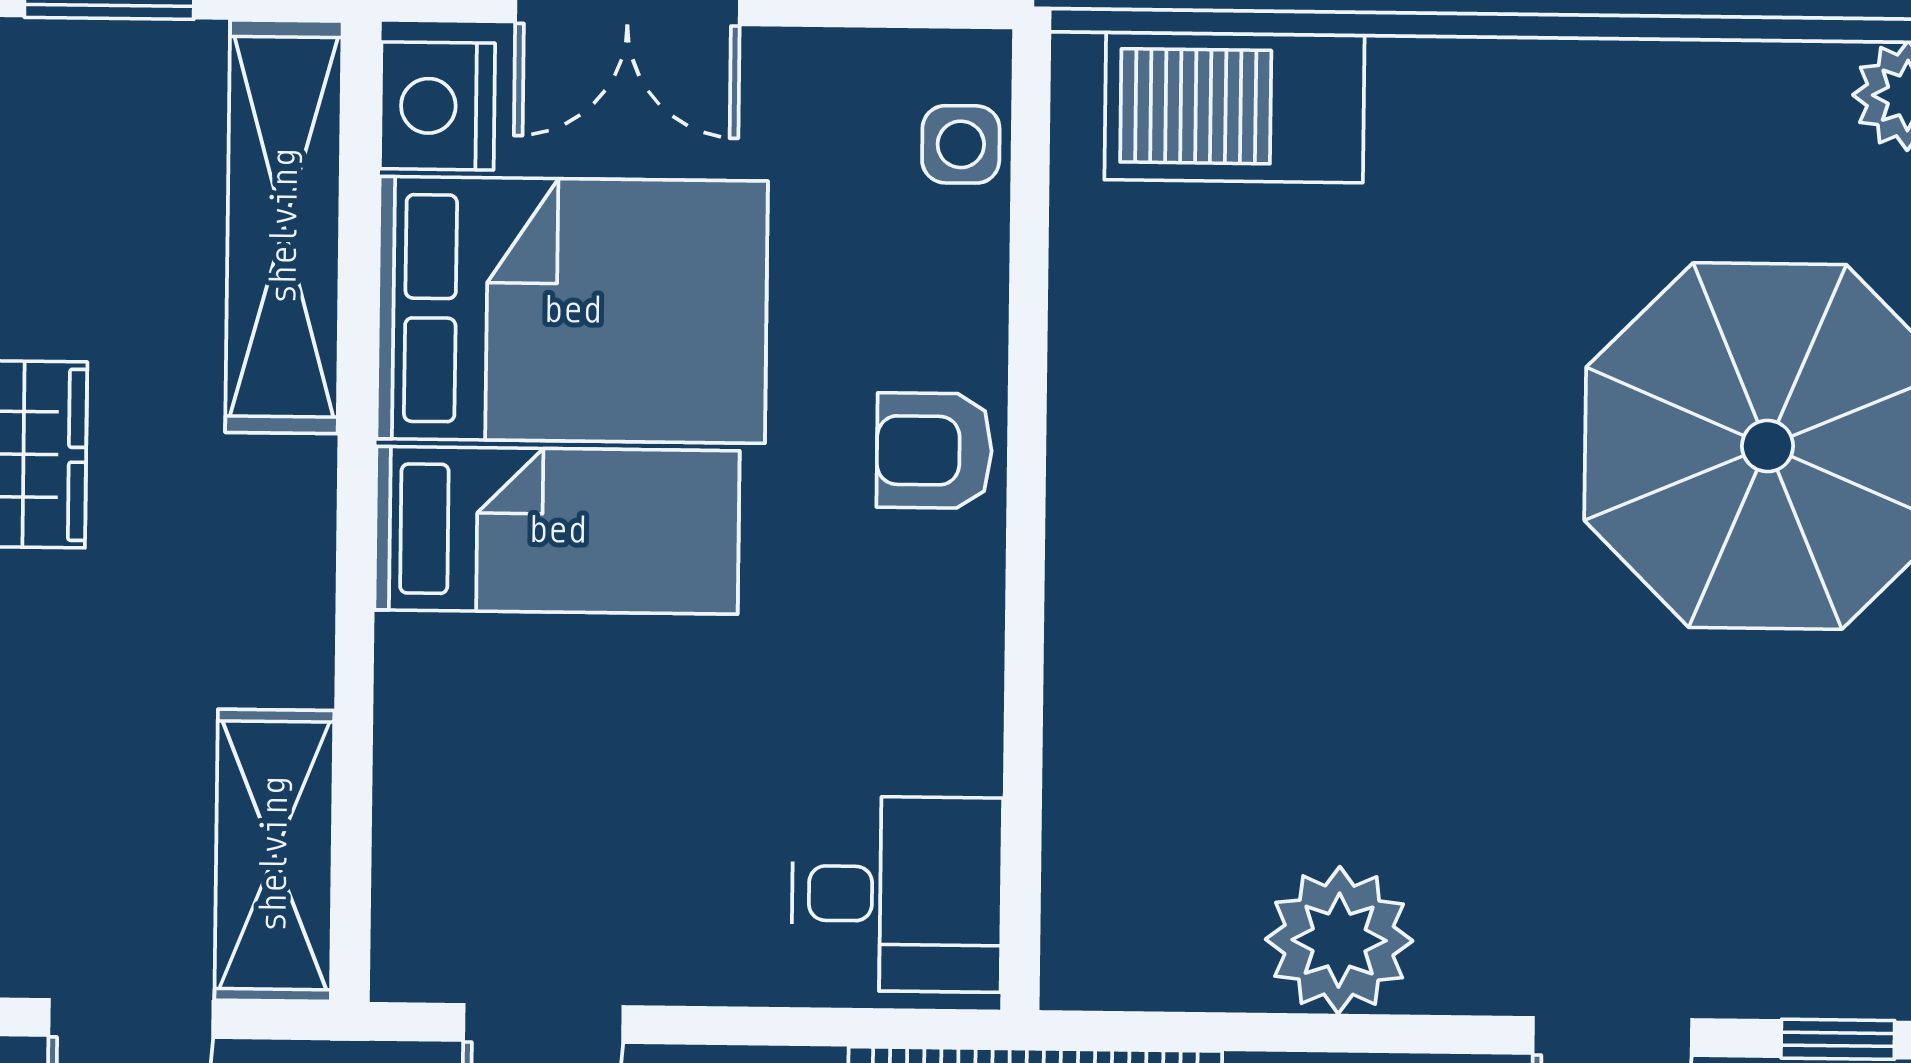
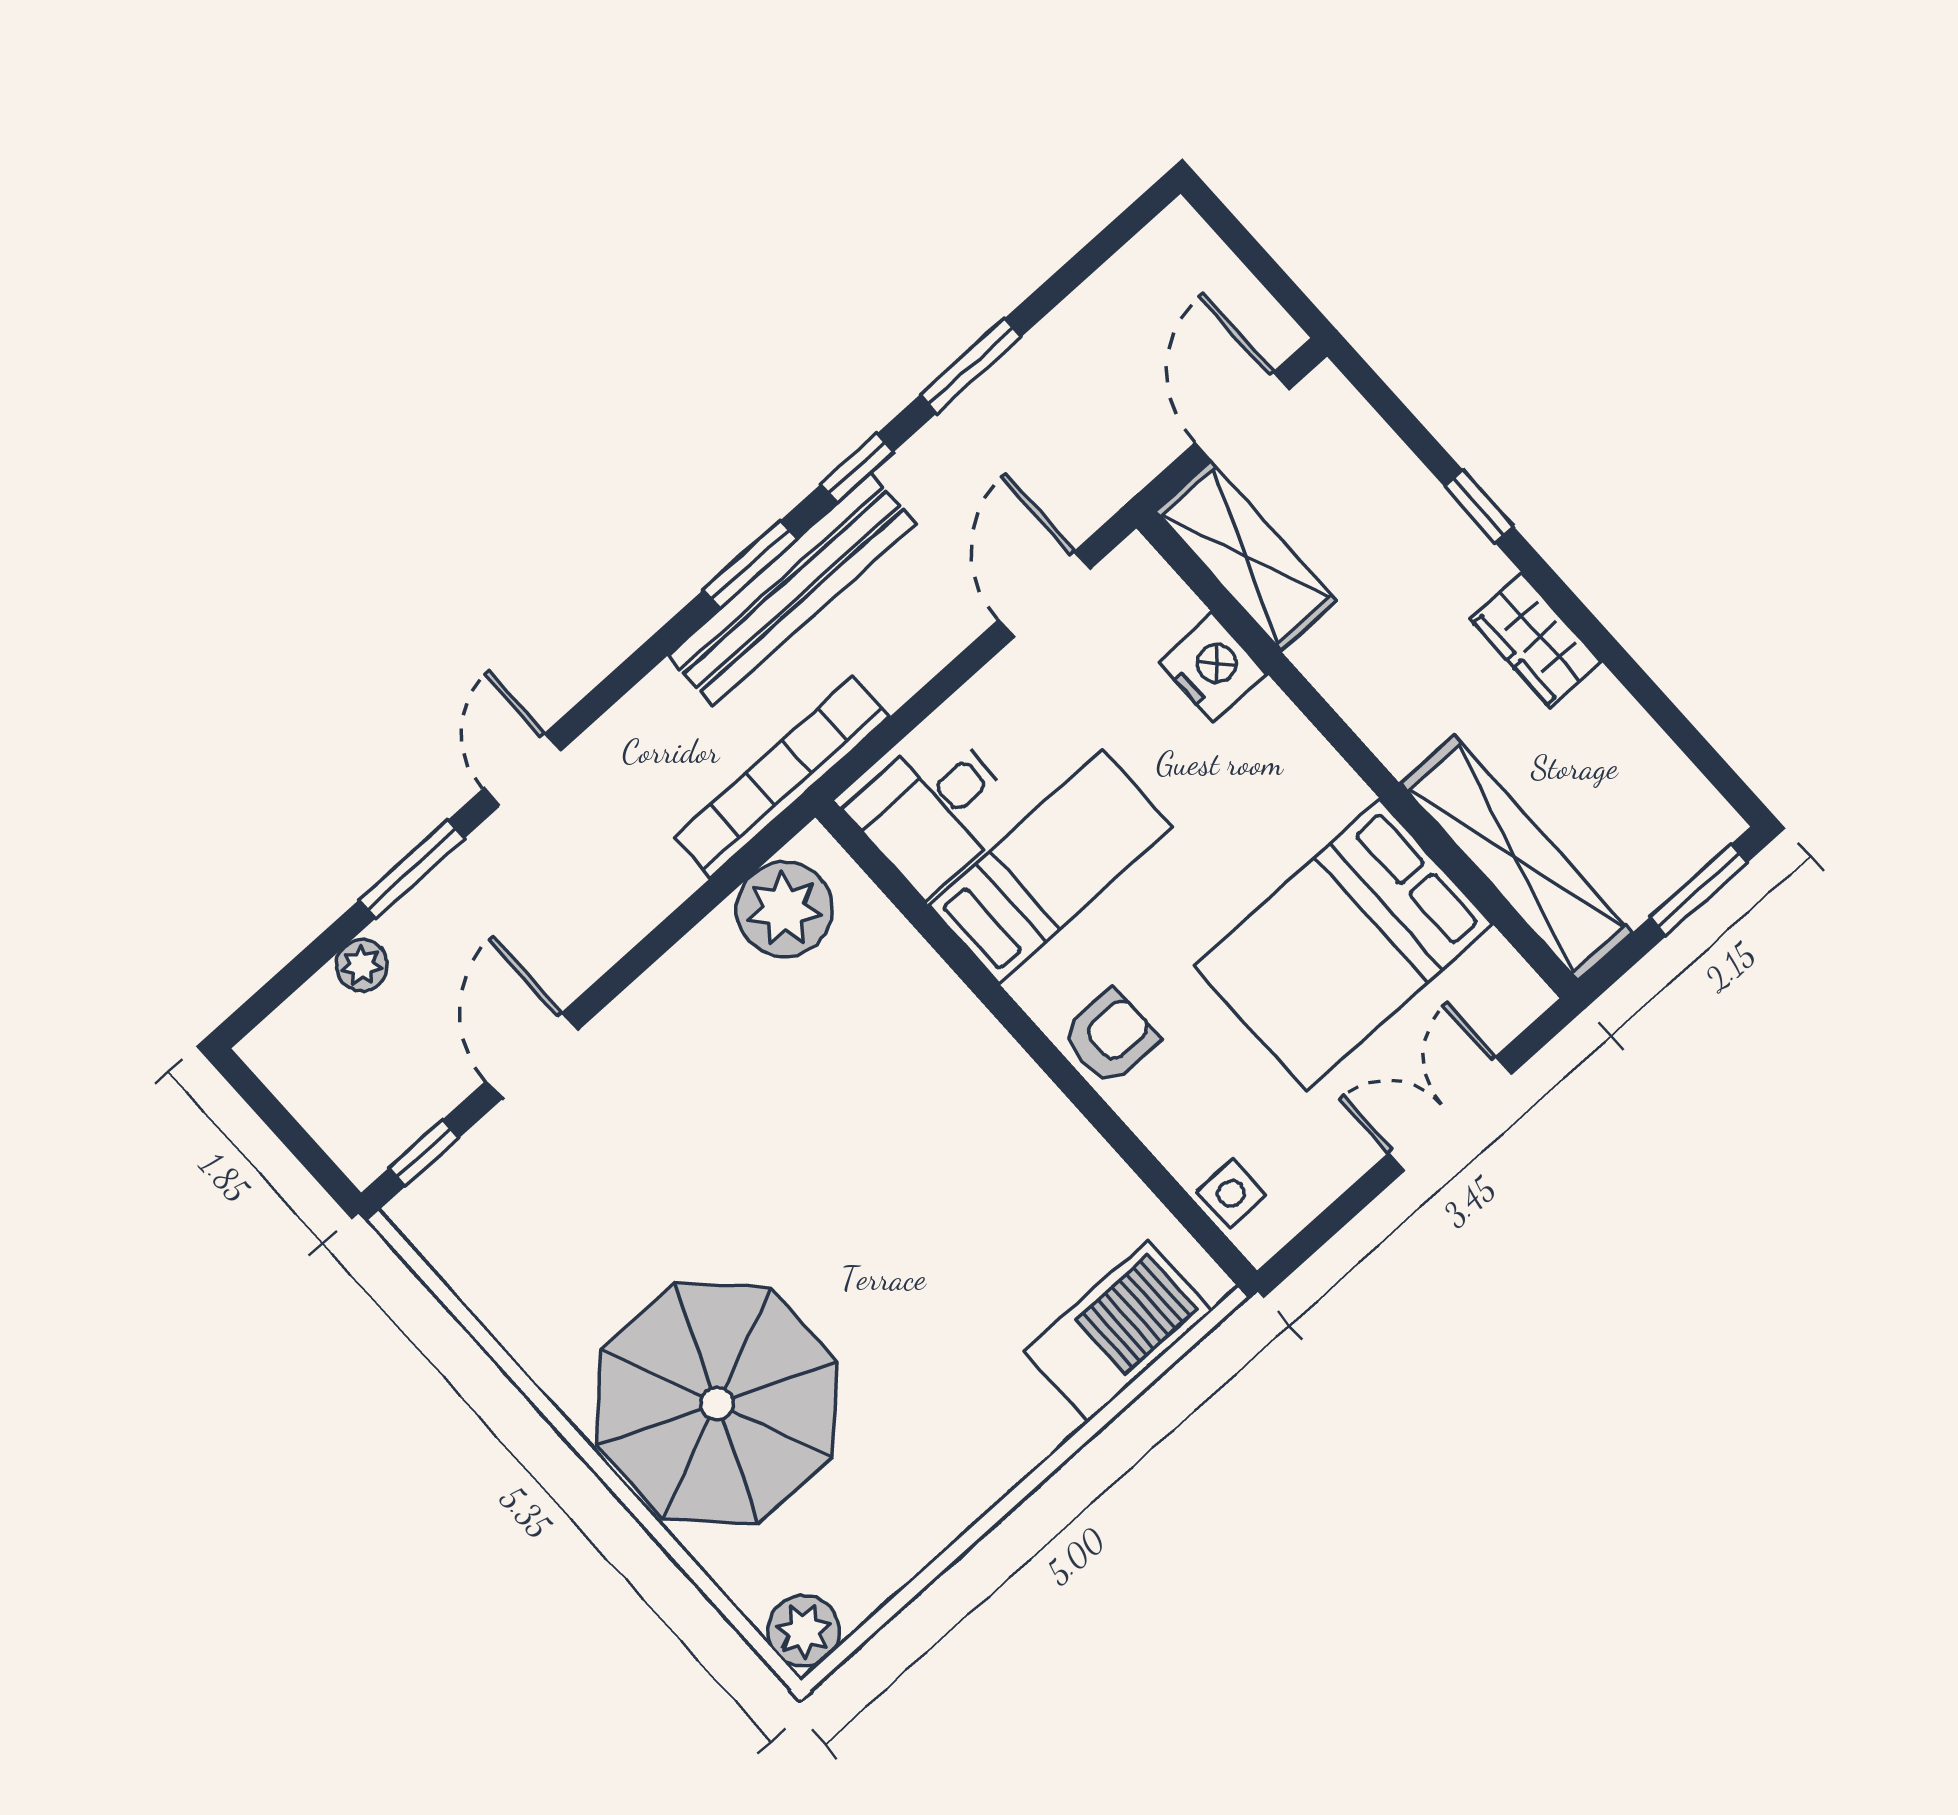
nightstand: (437, 106) -> (1212, 668), moved
bed: (557, 530) -> (1051, 867), moved, turned 180
plant: (1339, 940) -> (784, 909), moved

